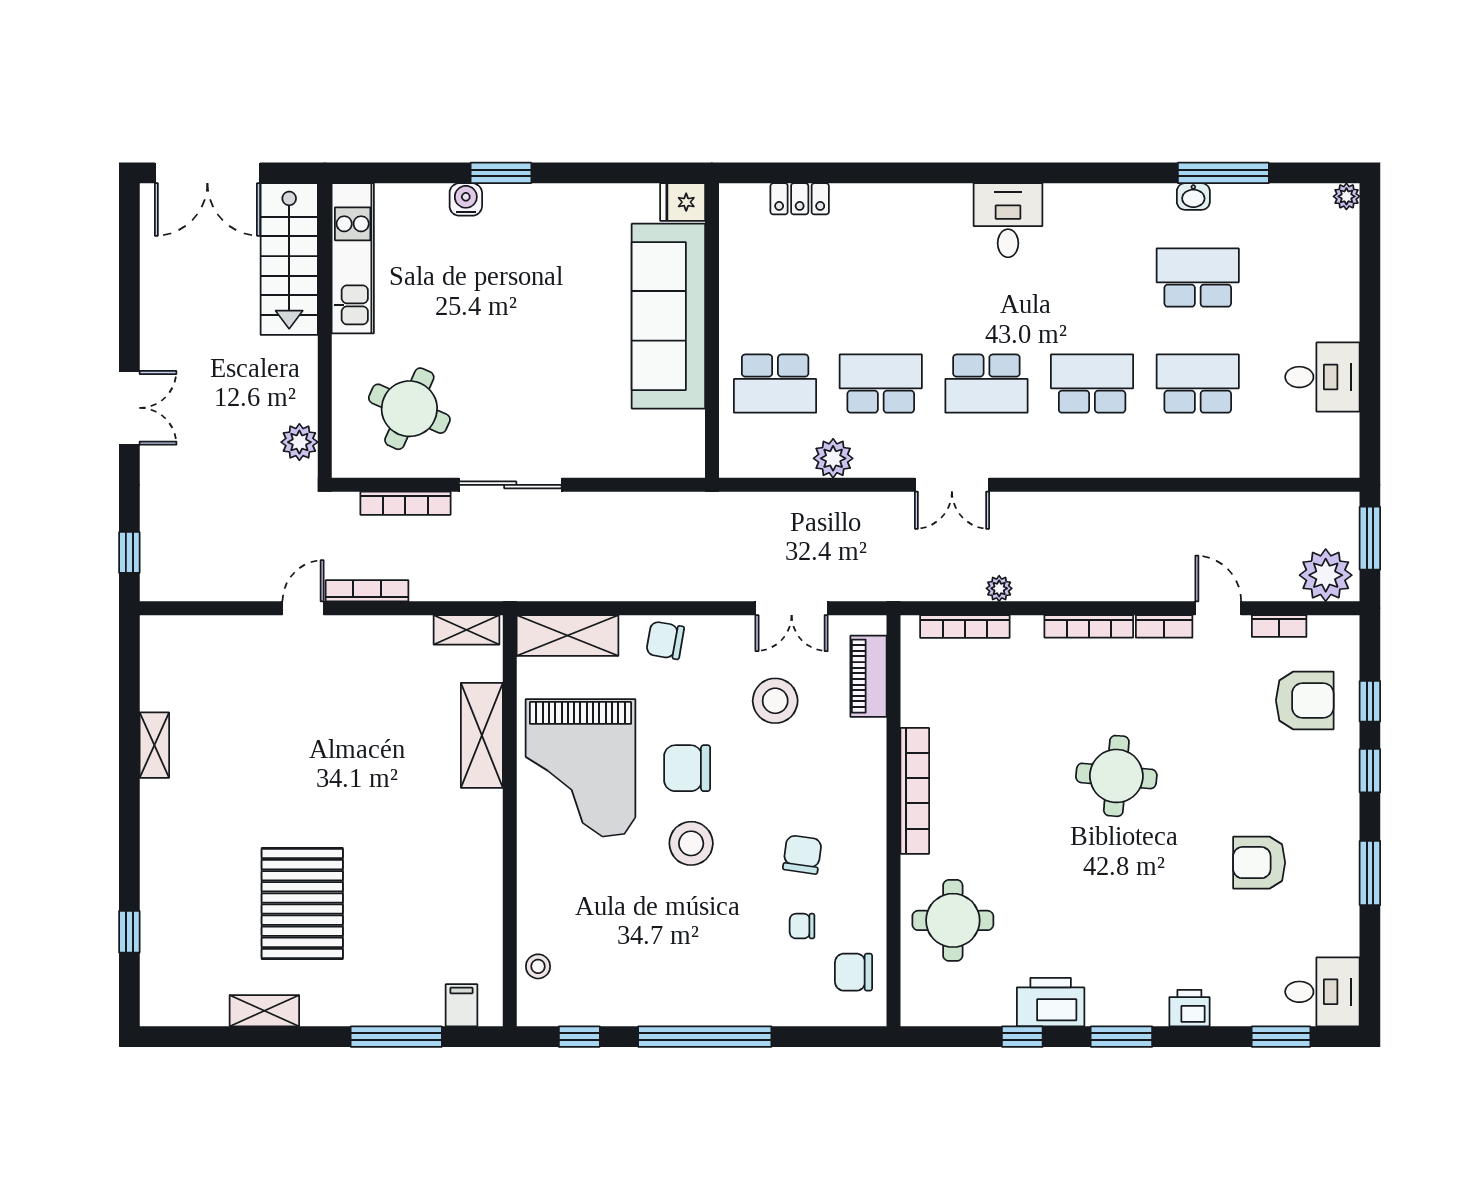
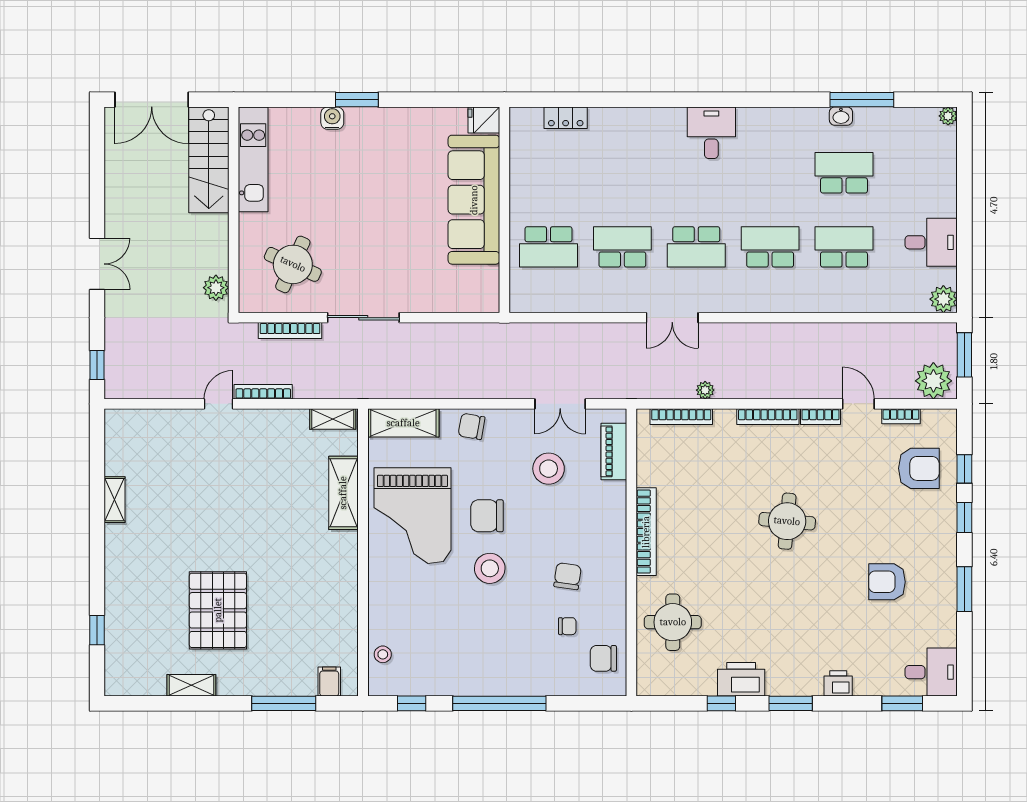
plant: (833, 458) -> (943, 299), moved
chair: (802, 926) -> (567, 626), turned 180

